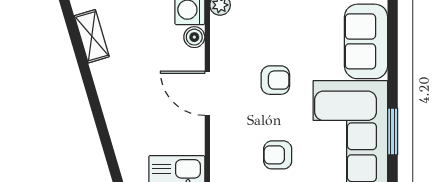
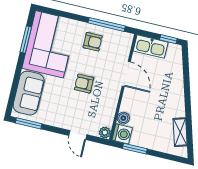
door: (207, 93) -> (126, 74), moved

